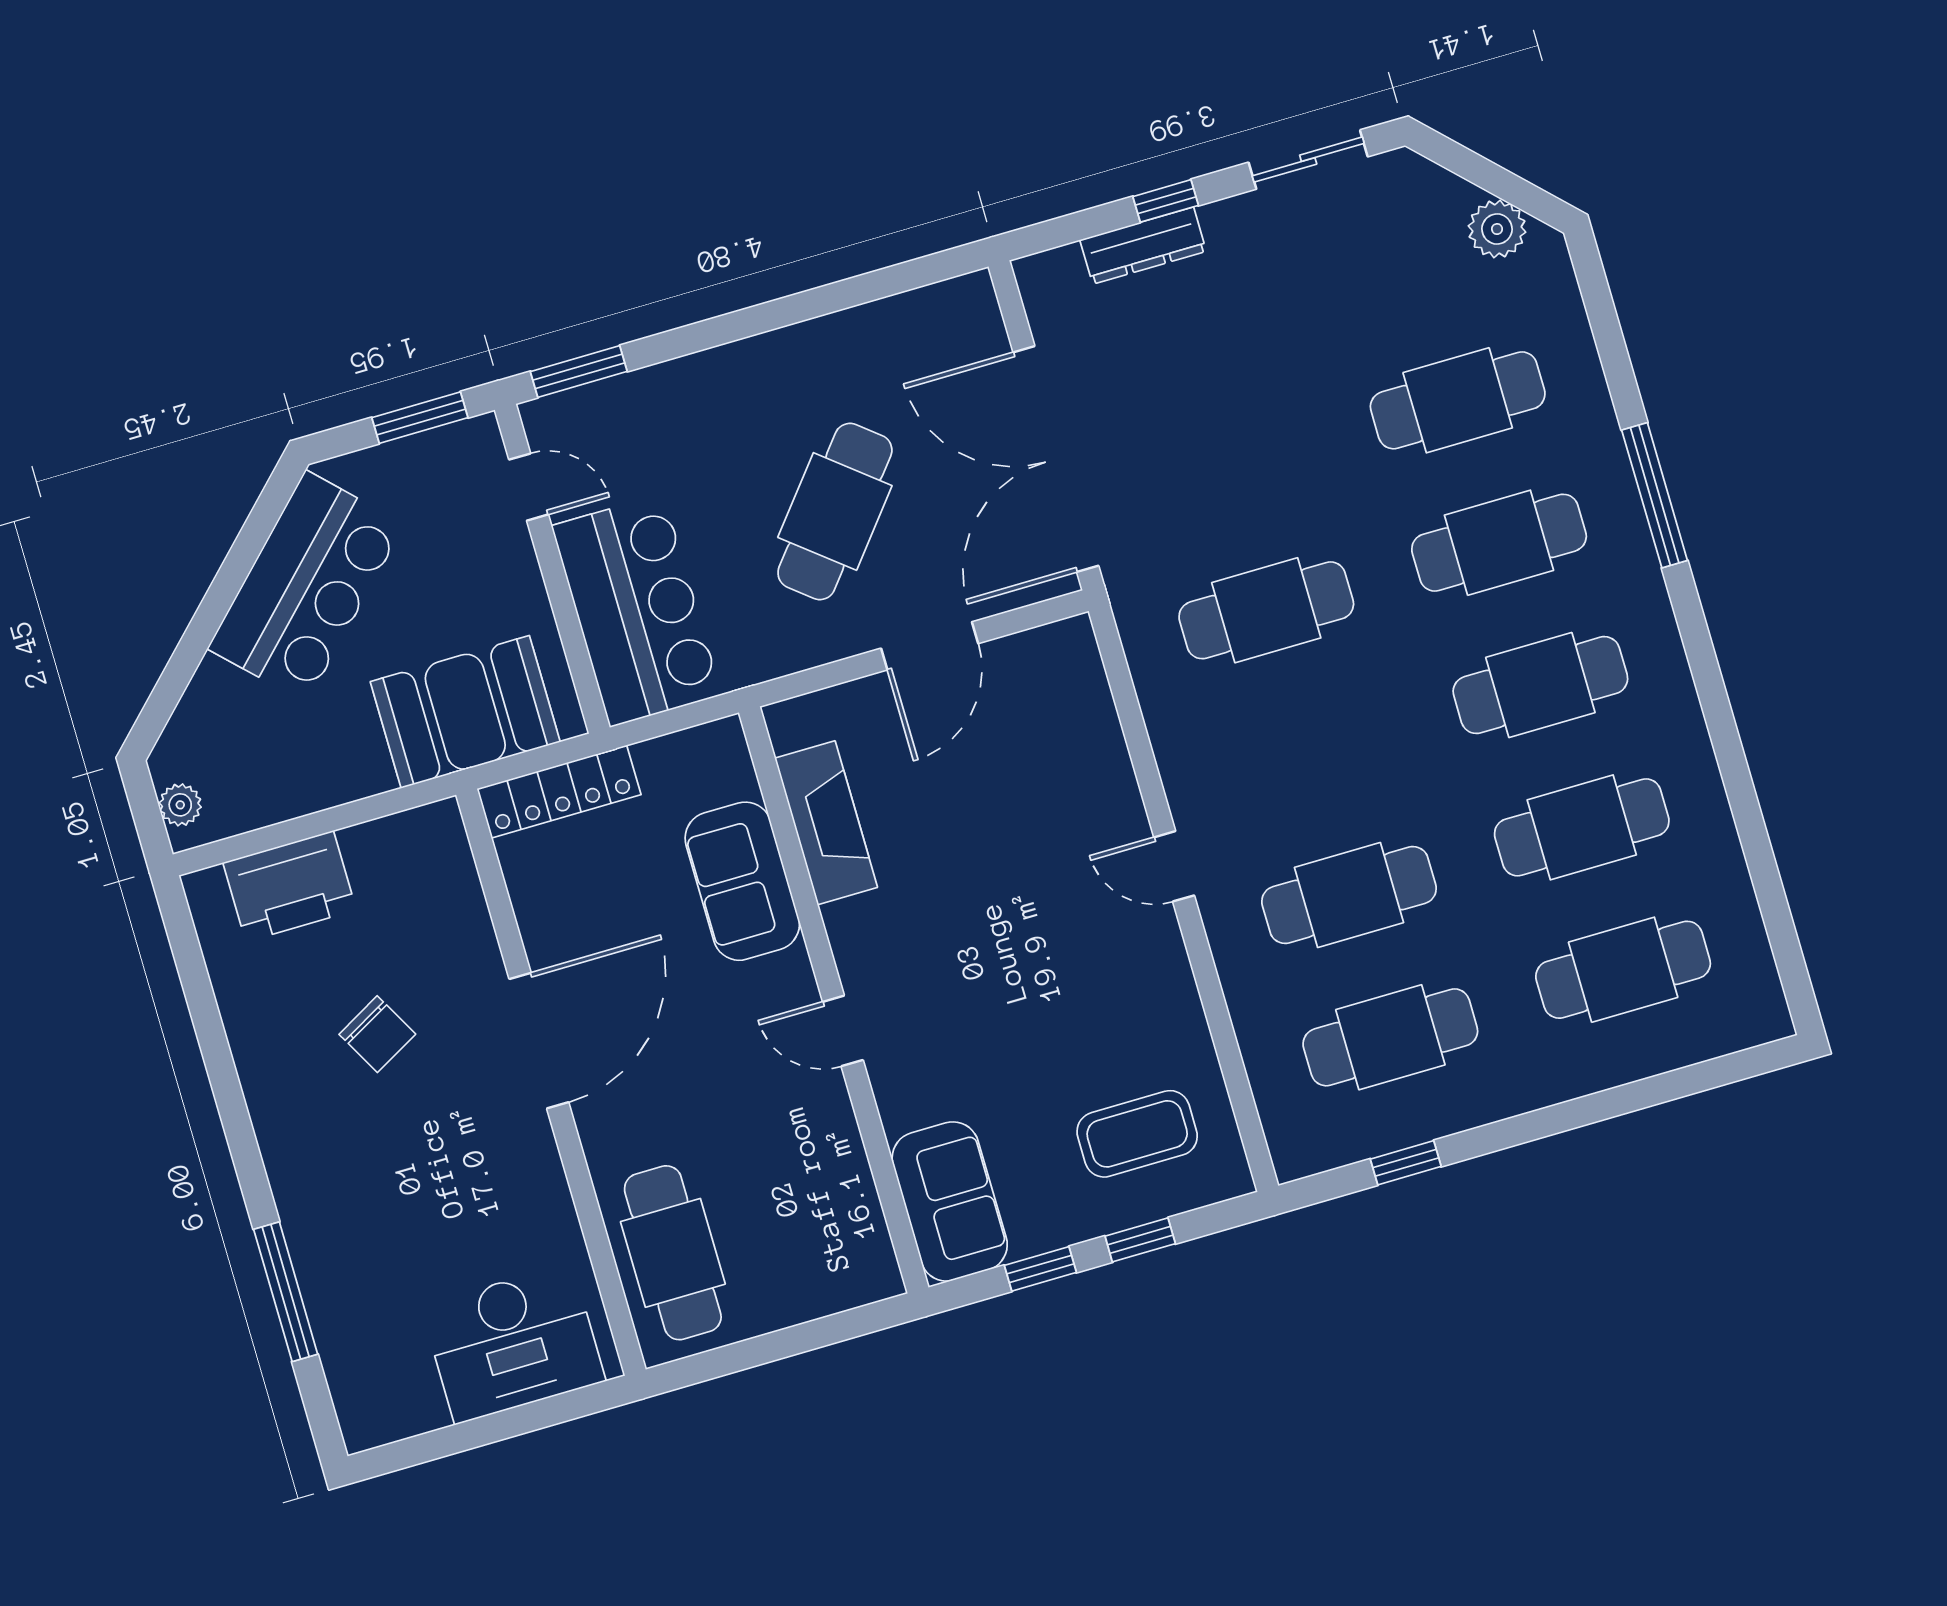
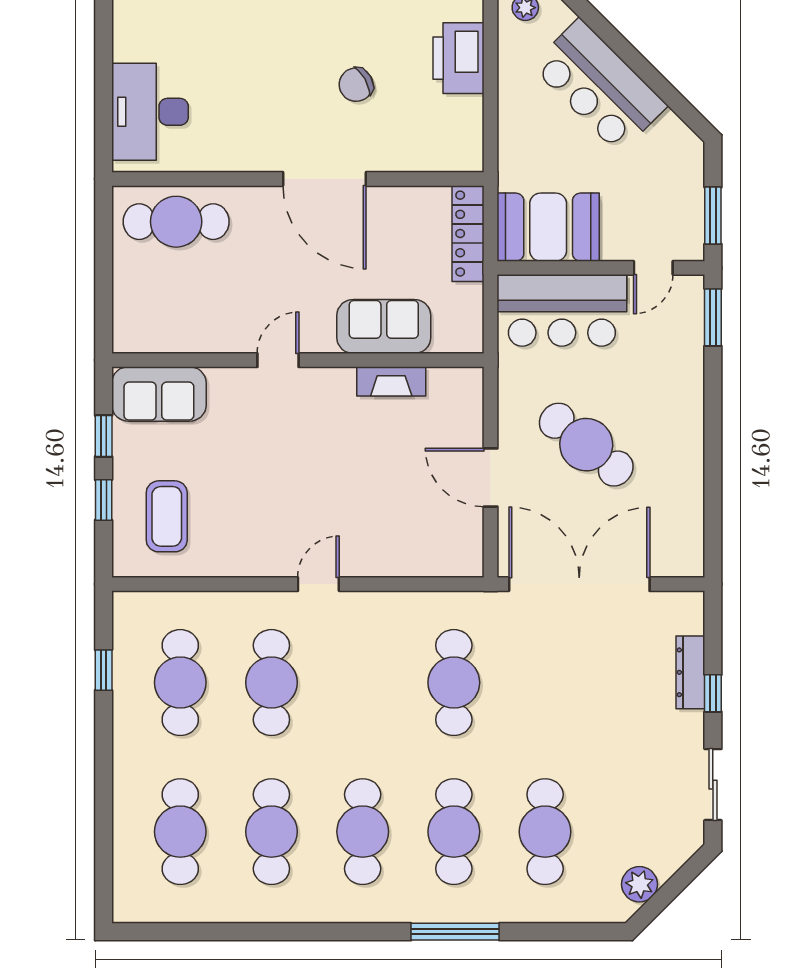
bar counter: (306, 586) -> (599, 86), moved
booth: (465, 712) -> (548, 227), moved, turned 90
fireplace: (826, 823) -> (391, 381), width x0.73, depth x0.76

